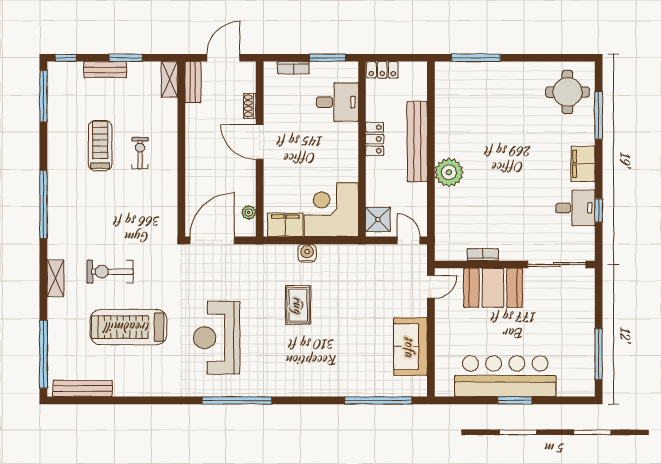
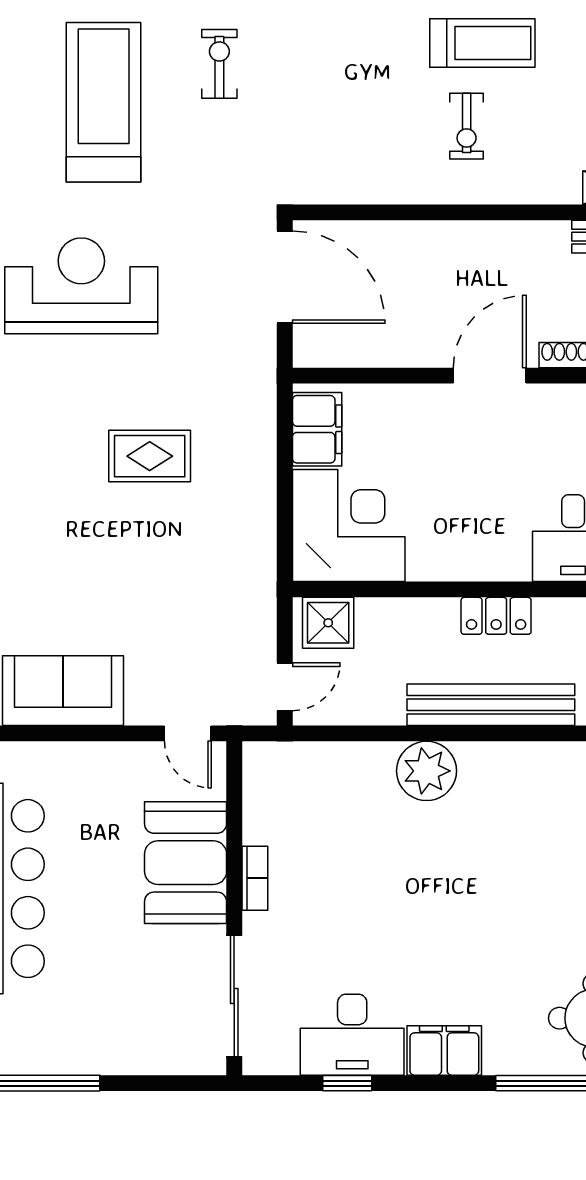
exercise bike: (140, 153) -> (467, 126), turned 90
desk: (575, 208) -> (352, 1035), width x1.37
plant: (249, 212) -> (343, 353), removed
water cooler: (307, 253) -> (258, 475), removed
bookcase: (483, 255) -> (255, 878), moved
exercise bike: (110, 272) -> (219, 64), width x0.73, depth x0.72

